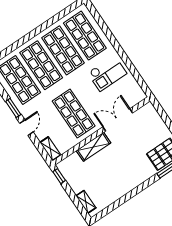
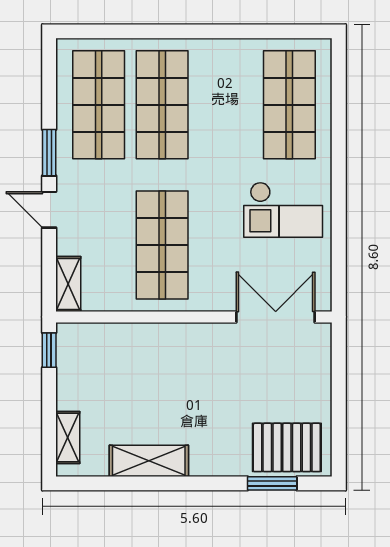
shop shelf: (63, 50) -> (226, 105), removed
double door: (118, 120) -> (276, 317), moved
door: (26, 128) -> (49, 210), swing flipped
shelving: (93, 147) -> (149, 461), moved

